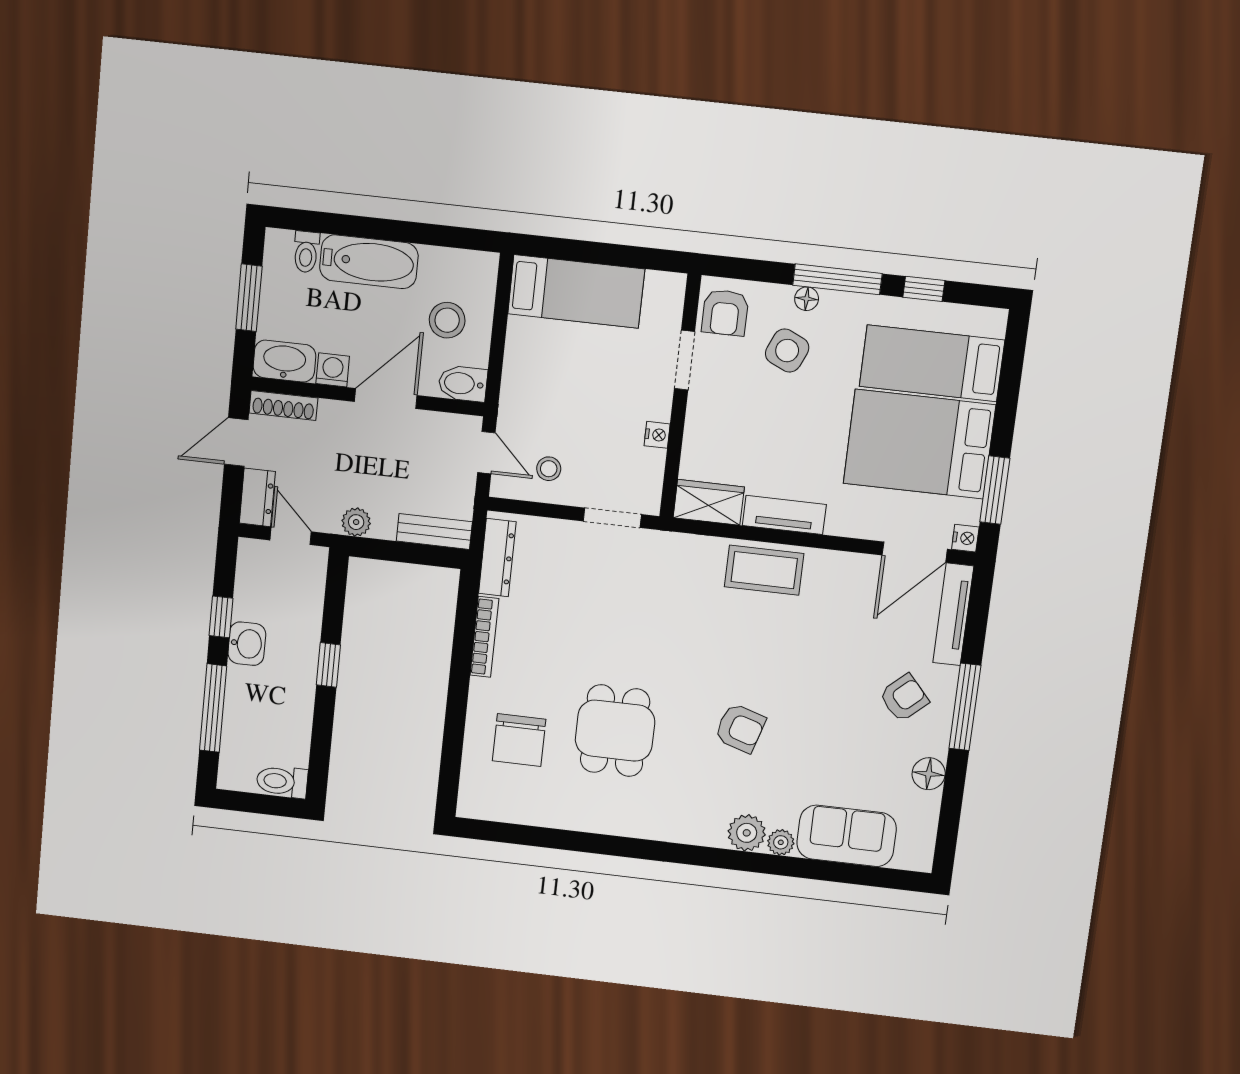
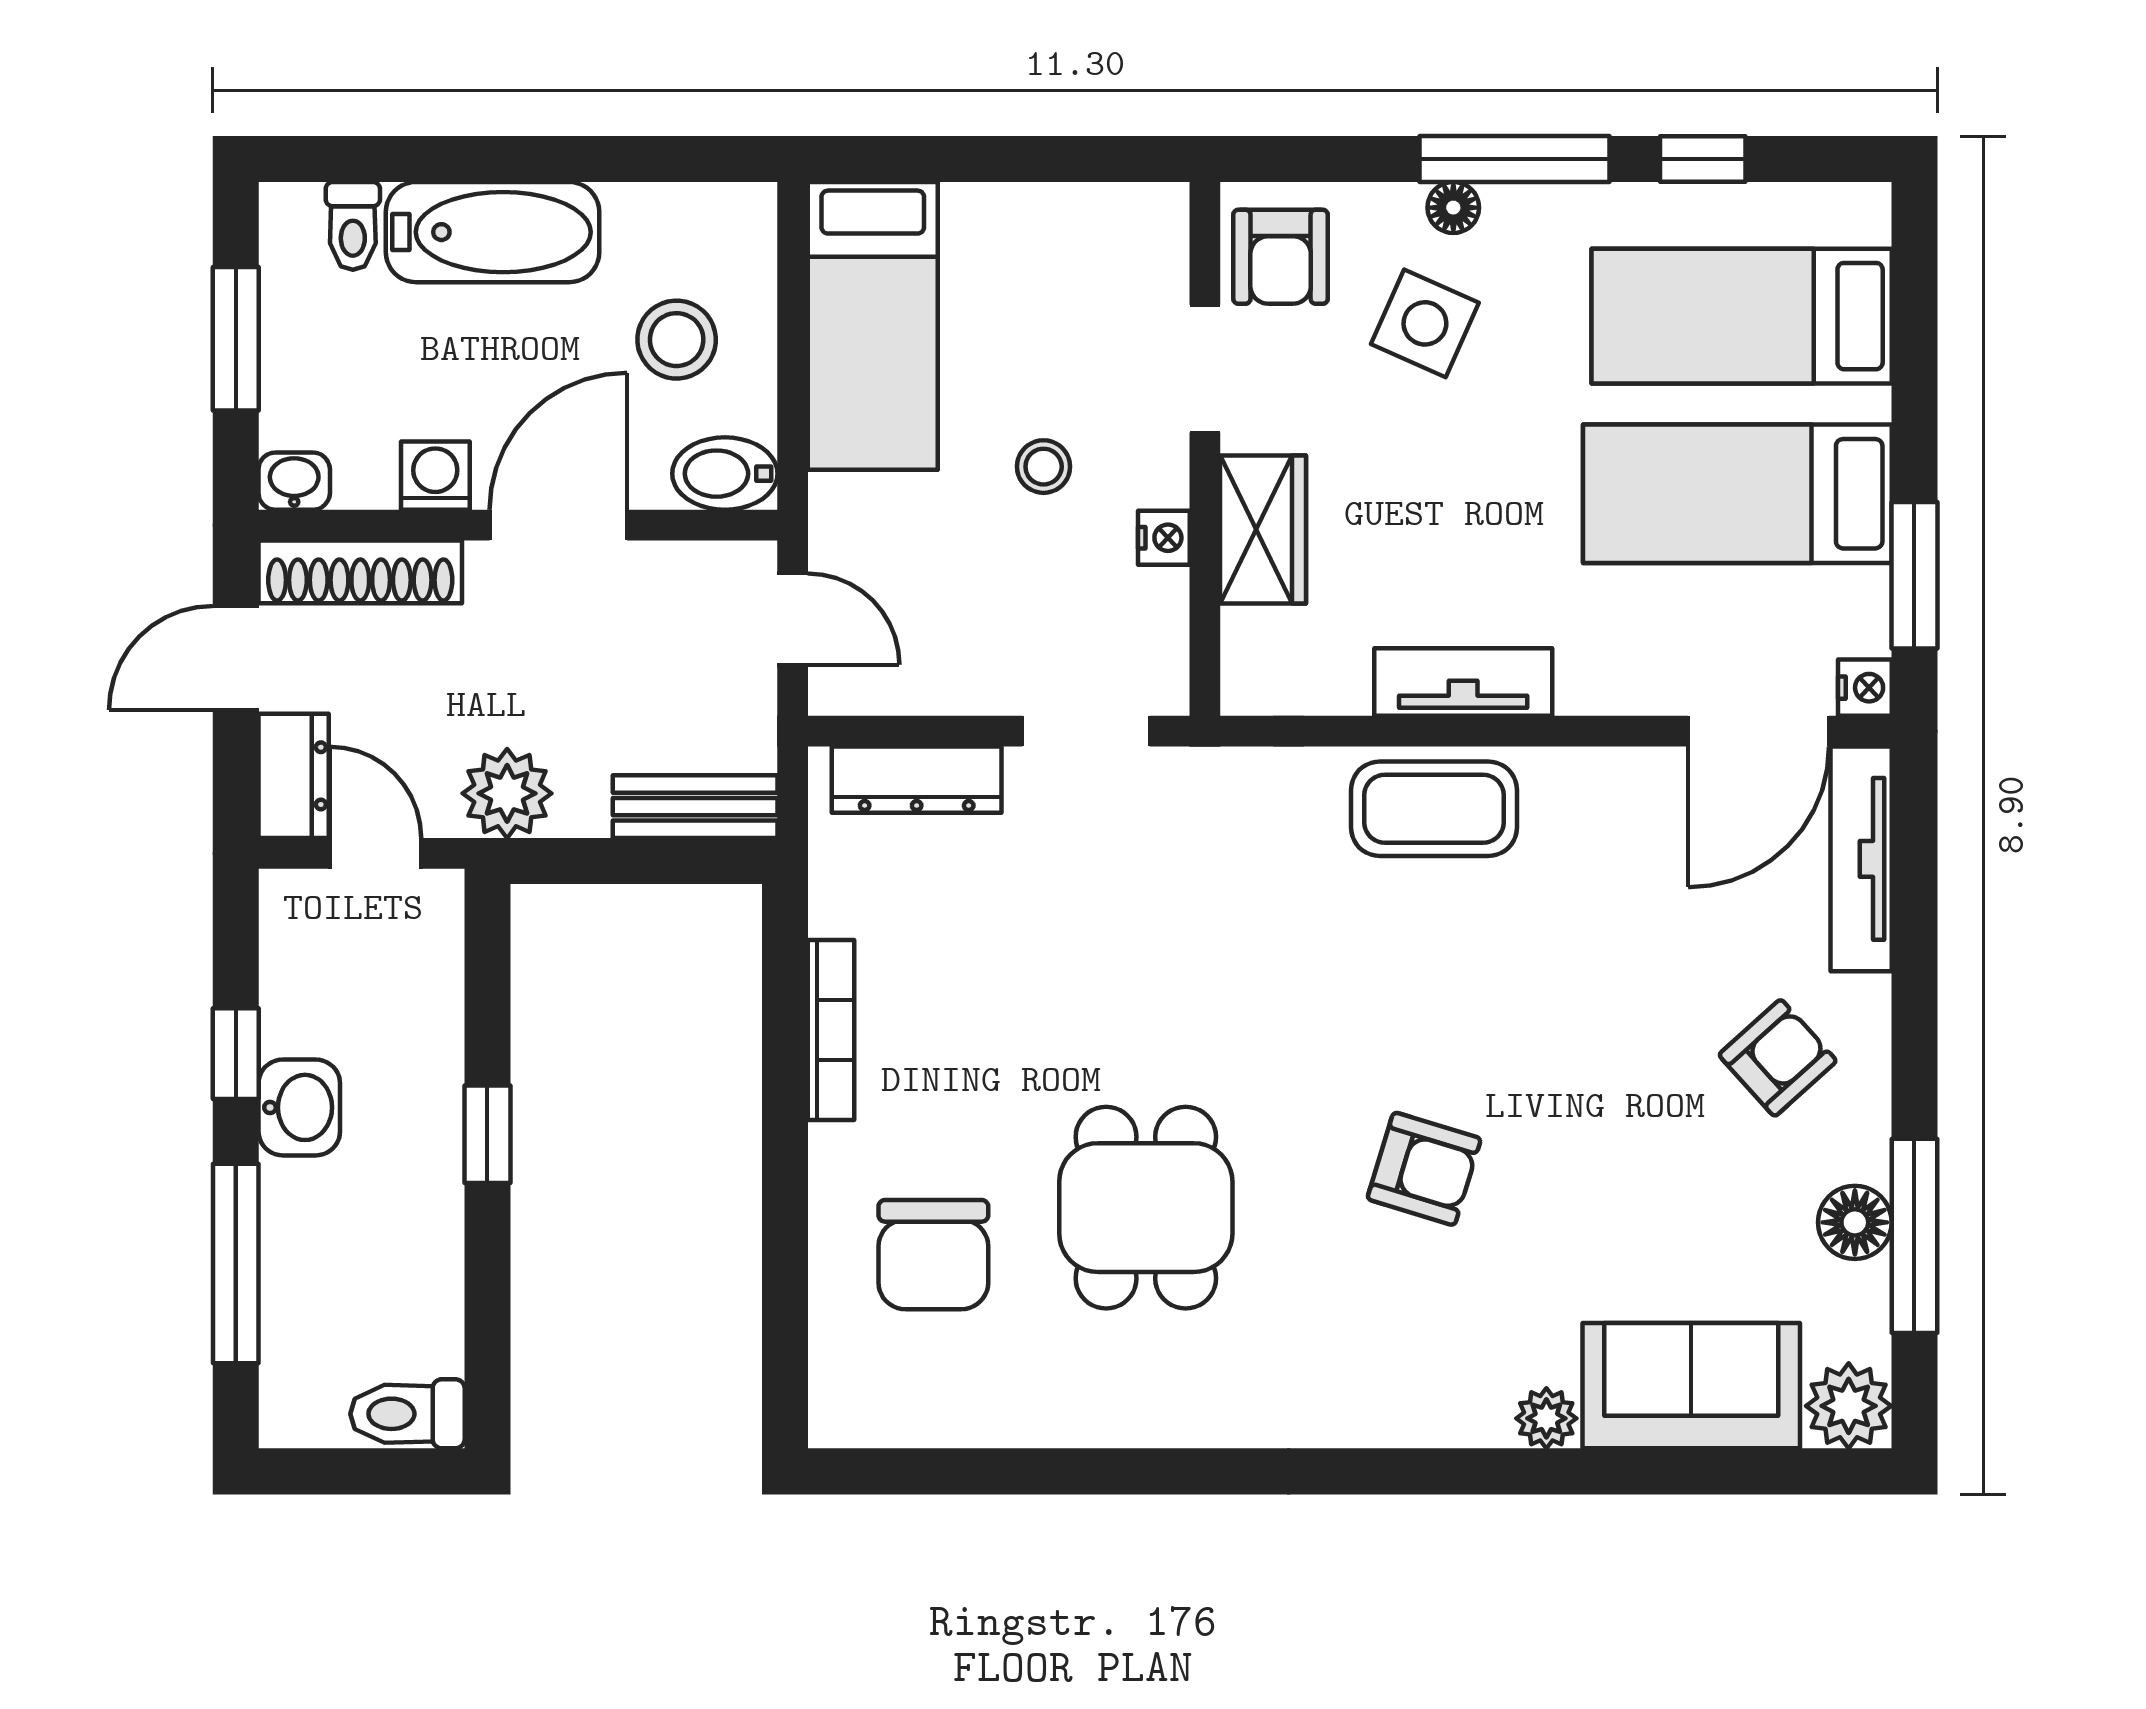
bed: (576, 291) -> (873, 326), moved, turned 90
washbasin: (284, 361) -> (294, 481), width x0.52, depth x0.69
shoe rack: (283, 405) -> (360, 572), width x1.36, depth x1.24
bed: (919, 444) -> (1737, 494), width x0.67
stool: (549, 469) -> (1044, 467), moved
wardrobe: (709, 502) -> (1263, 530), moved, turned 90
plant: (356, 522) -> (507, 793), width x1.38, depth x1.38
dresser: (497, 558) -> (917, 780), moved, turned 90
window: (965, 707) -> (1914, 1236), moved
plant: (747, 833) -> (1849, 1406), moved

